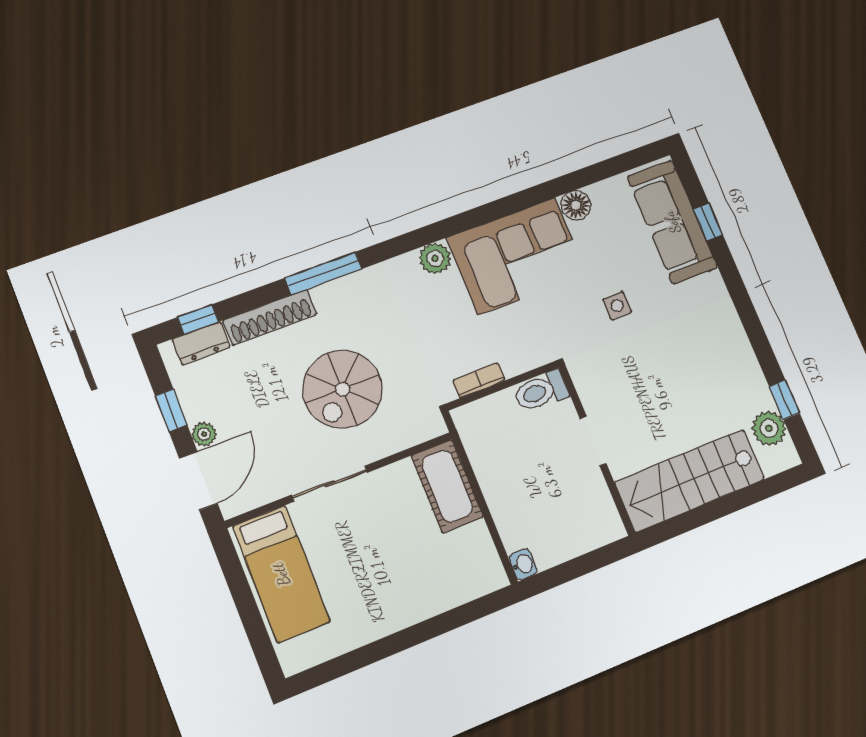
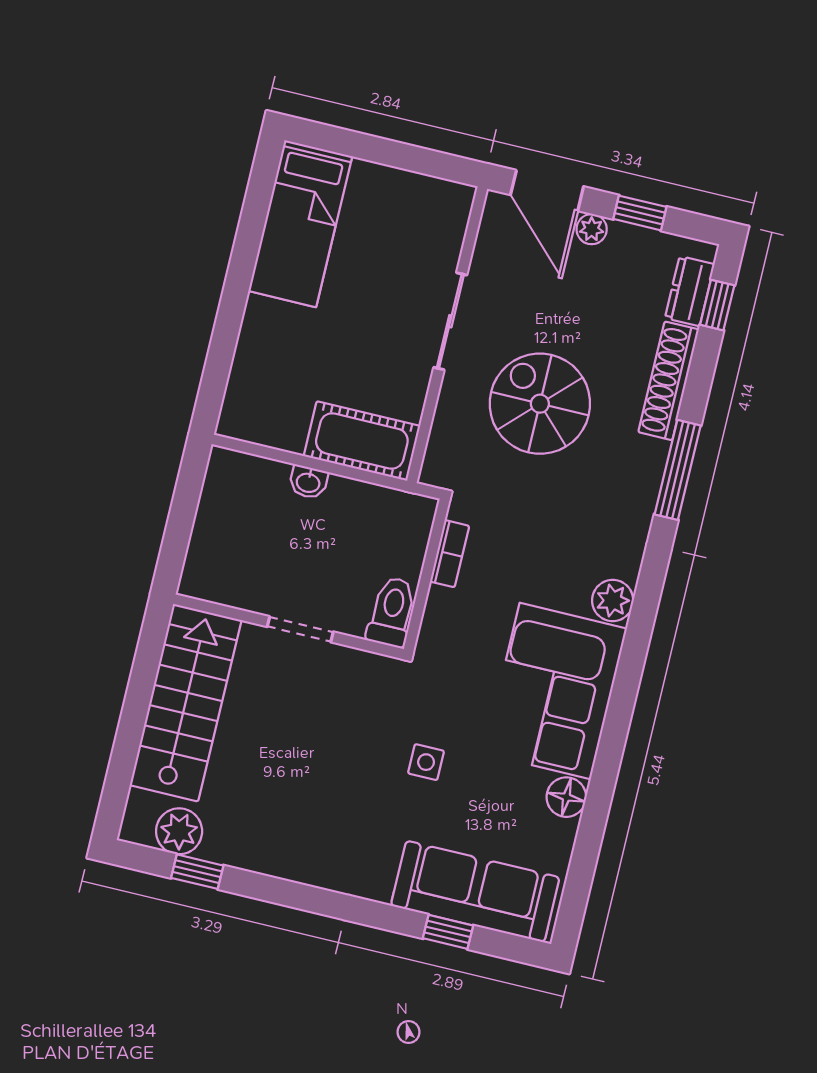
washbasin: (523, 564) -> (308, 482), moved
bed: (281, 574) -> (300, 224), moved, turned -90

